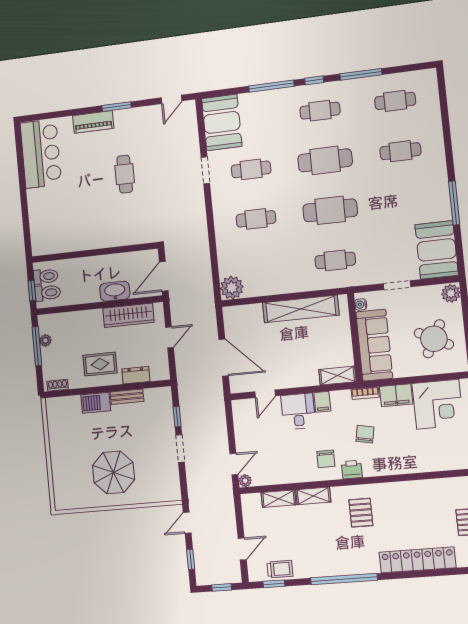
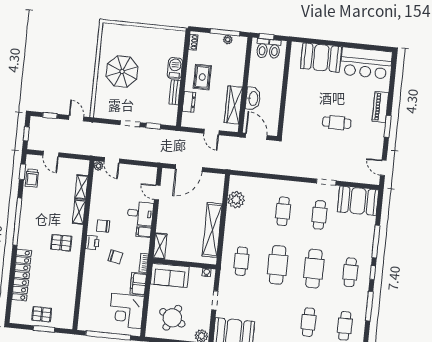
booth: (45, 214) -> (321, 58), added
plant: (232, 288) -> (236, 200), moved
sofa: (374, 345) -> (170, 275), width x0.73

